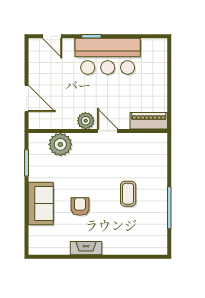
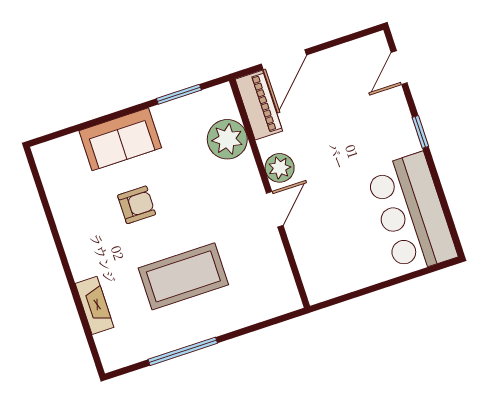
bar counter: (108, 56) -> (411, 213), moved
piano: (149, 121) -> (259, 105), moved
coffee table: (128, 194) -> (183, 276), width x1.86, depth x1.72
fireplace: (86, 248) -> (95, 305), moved

